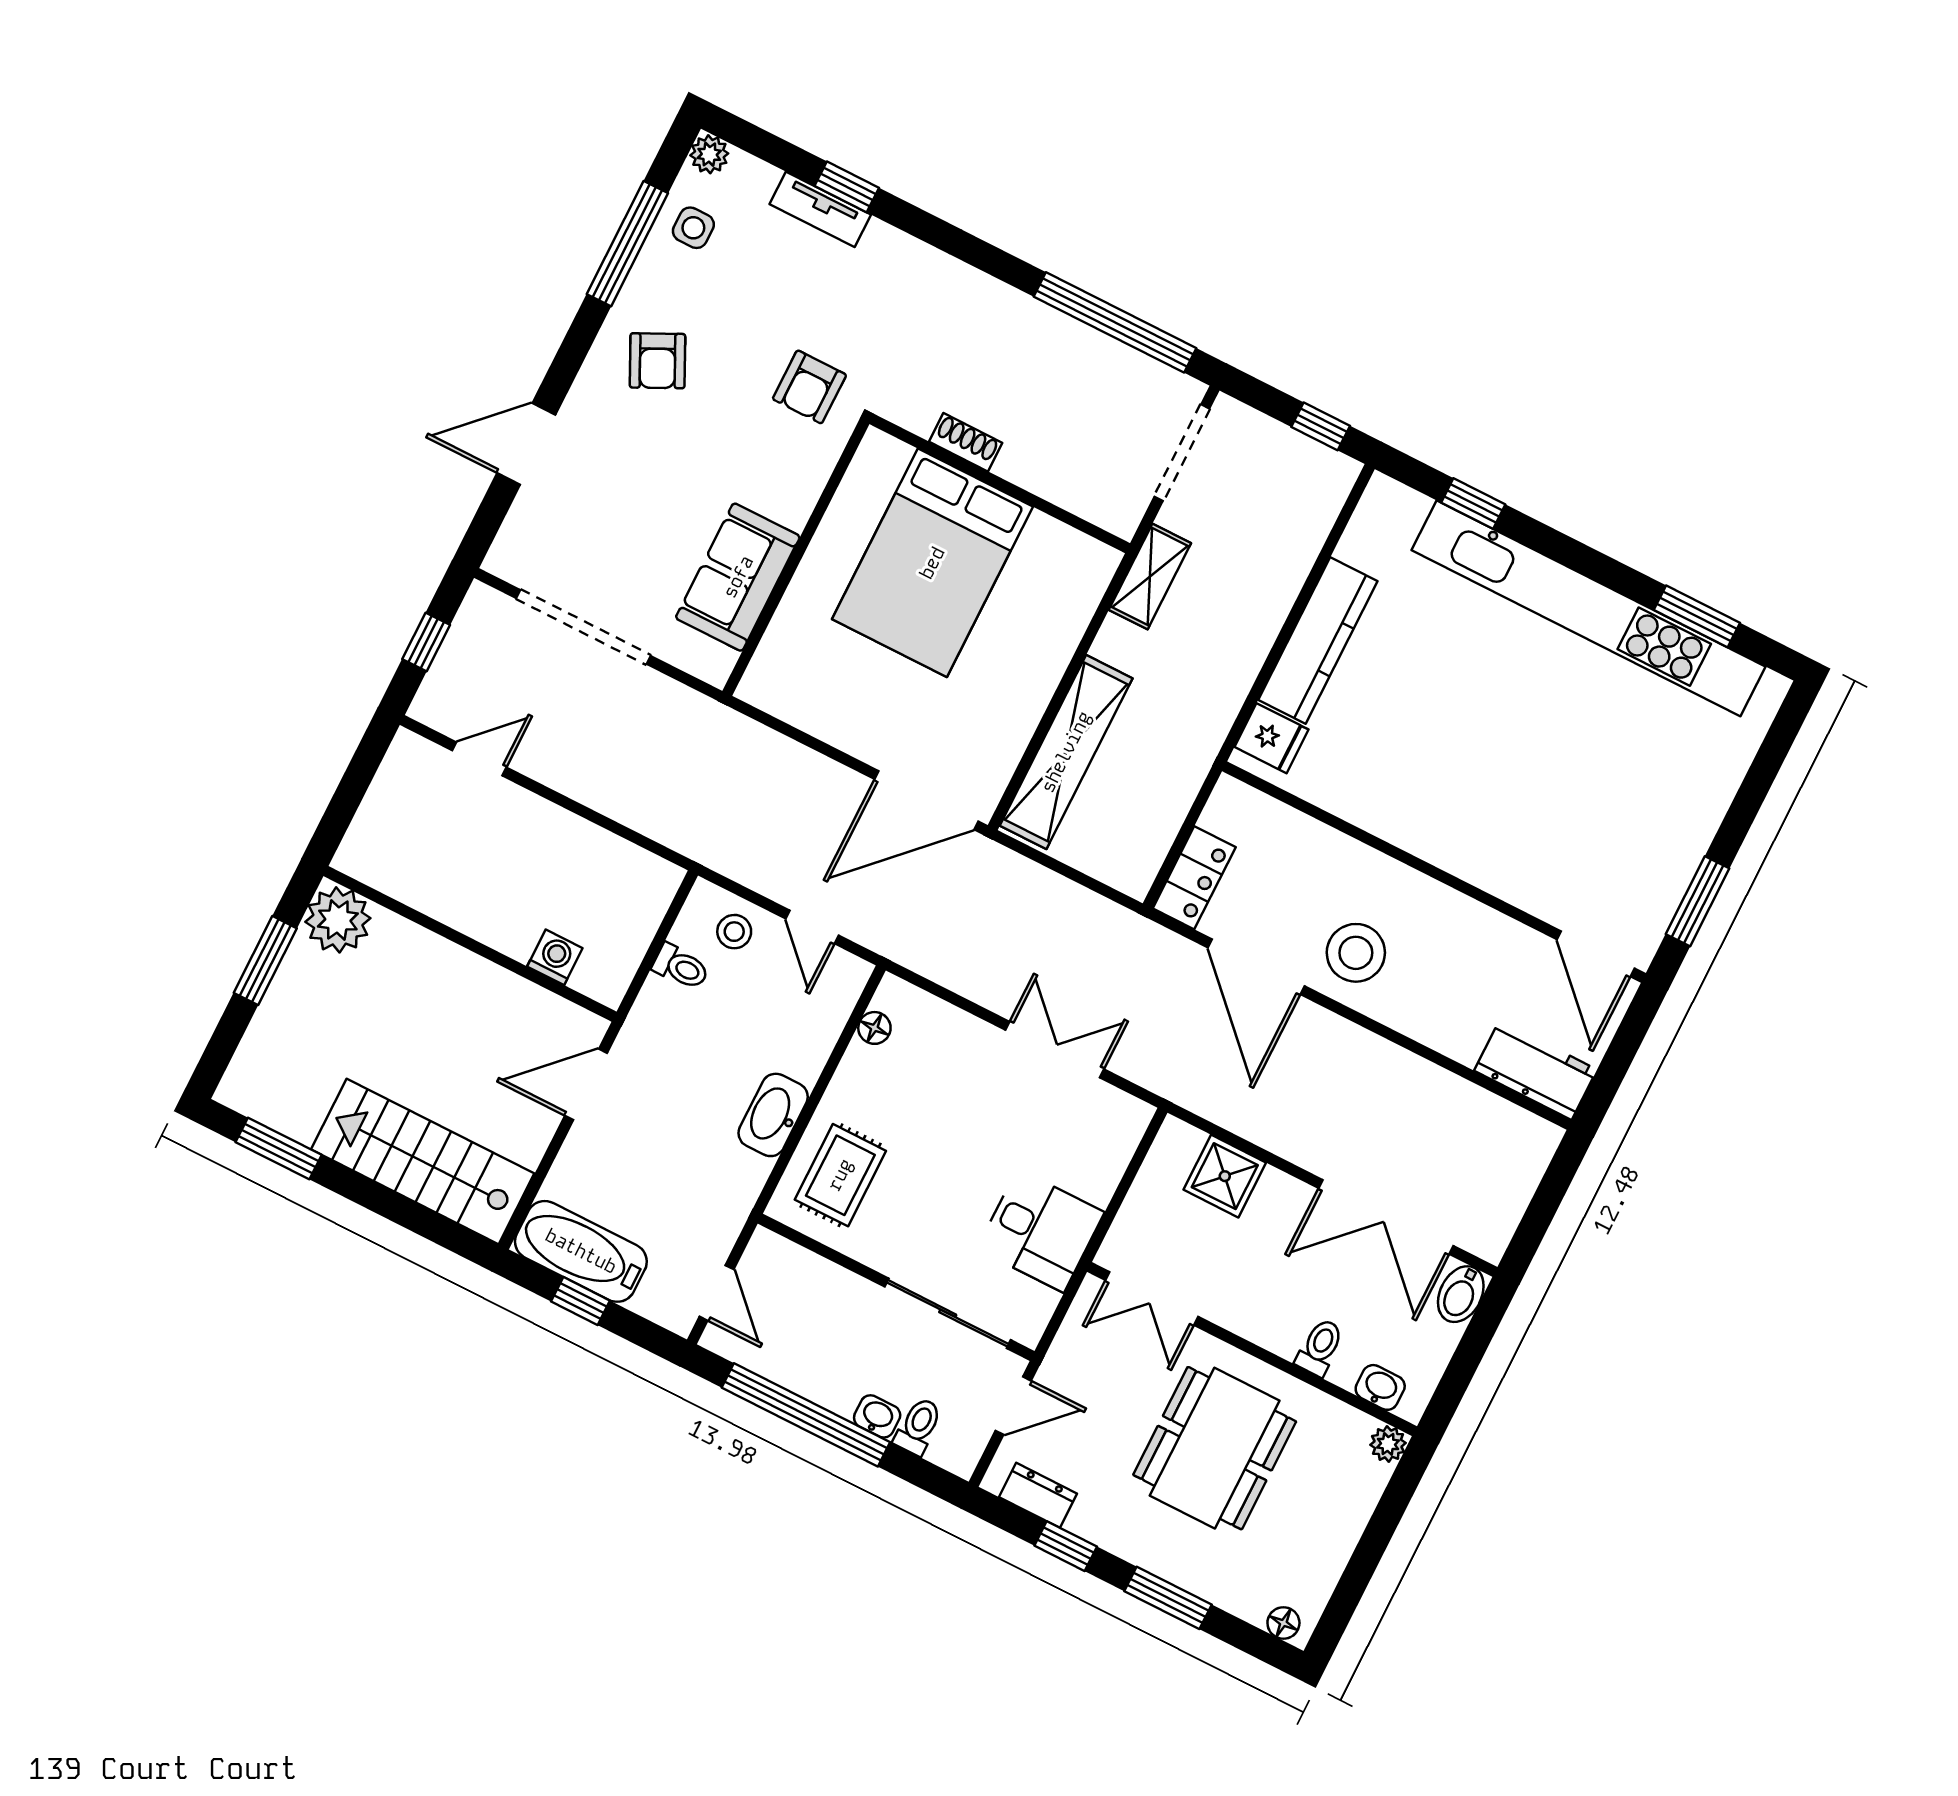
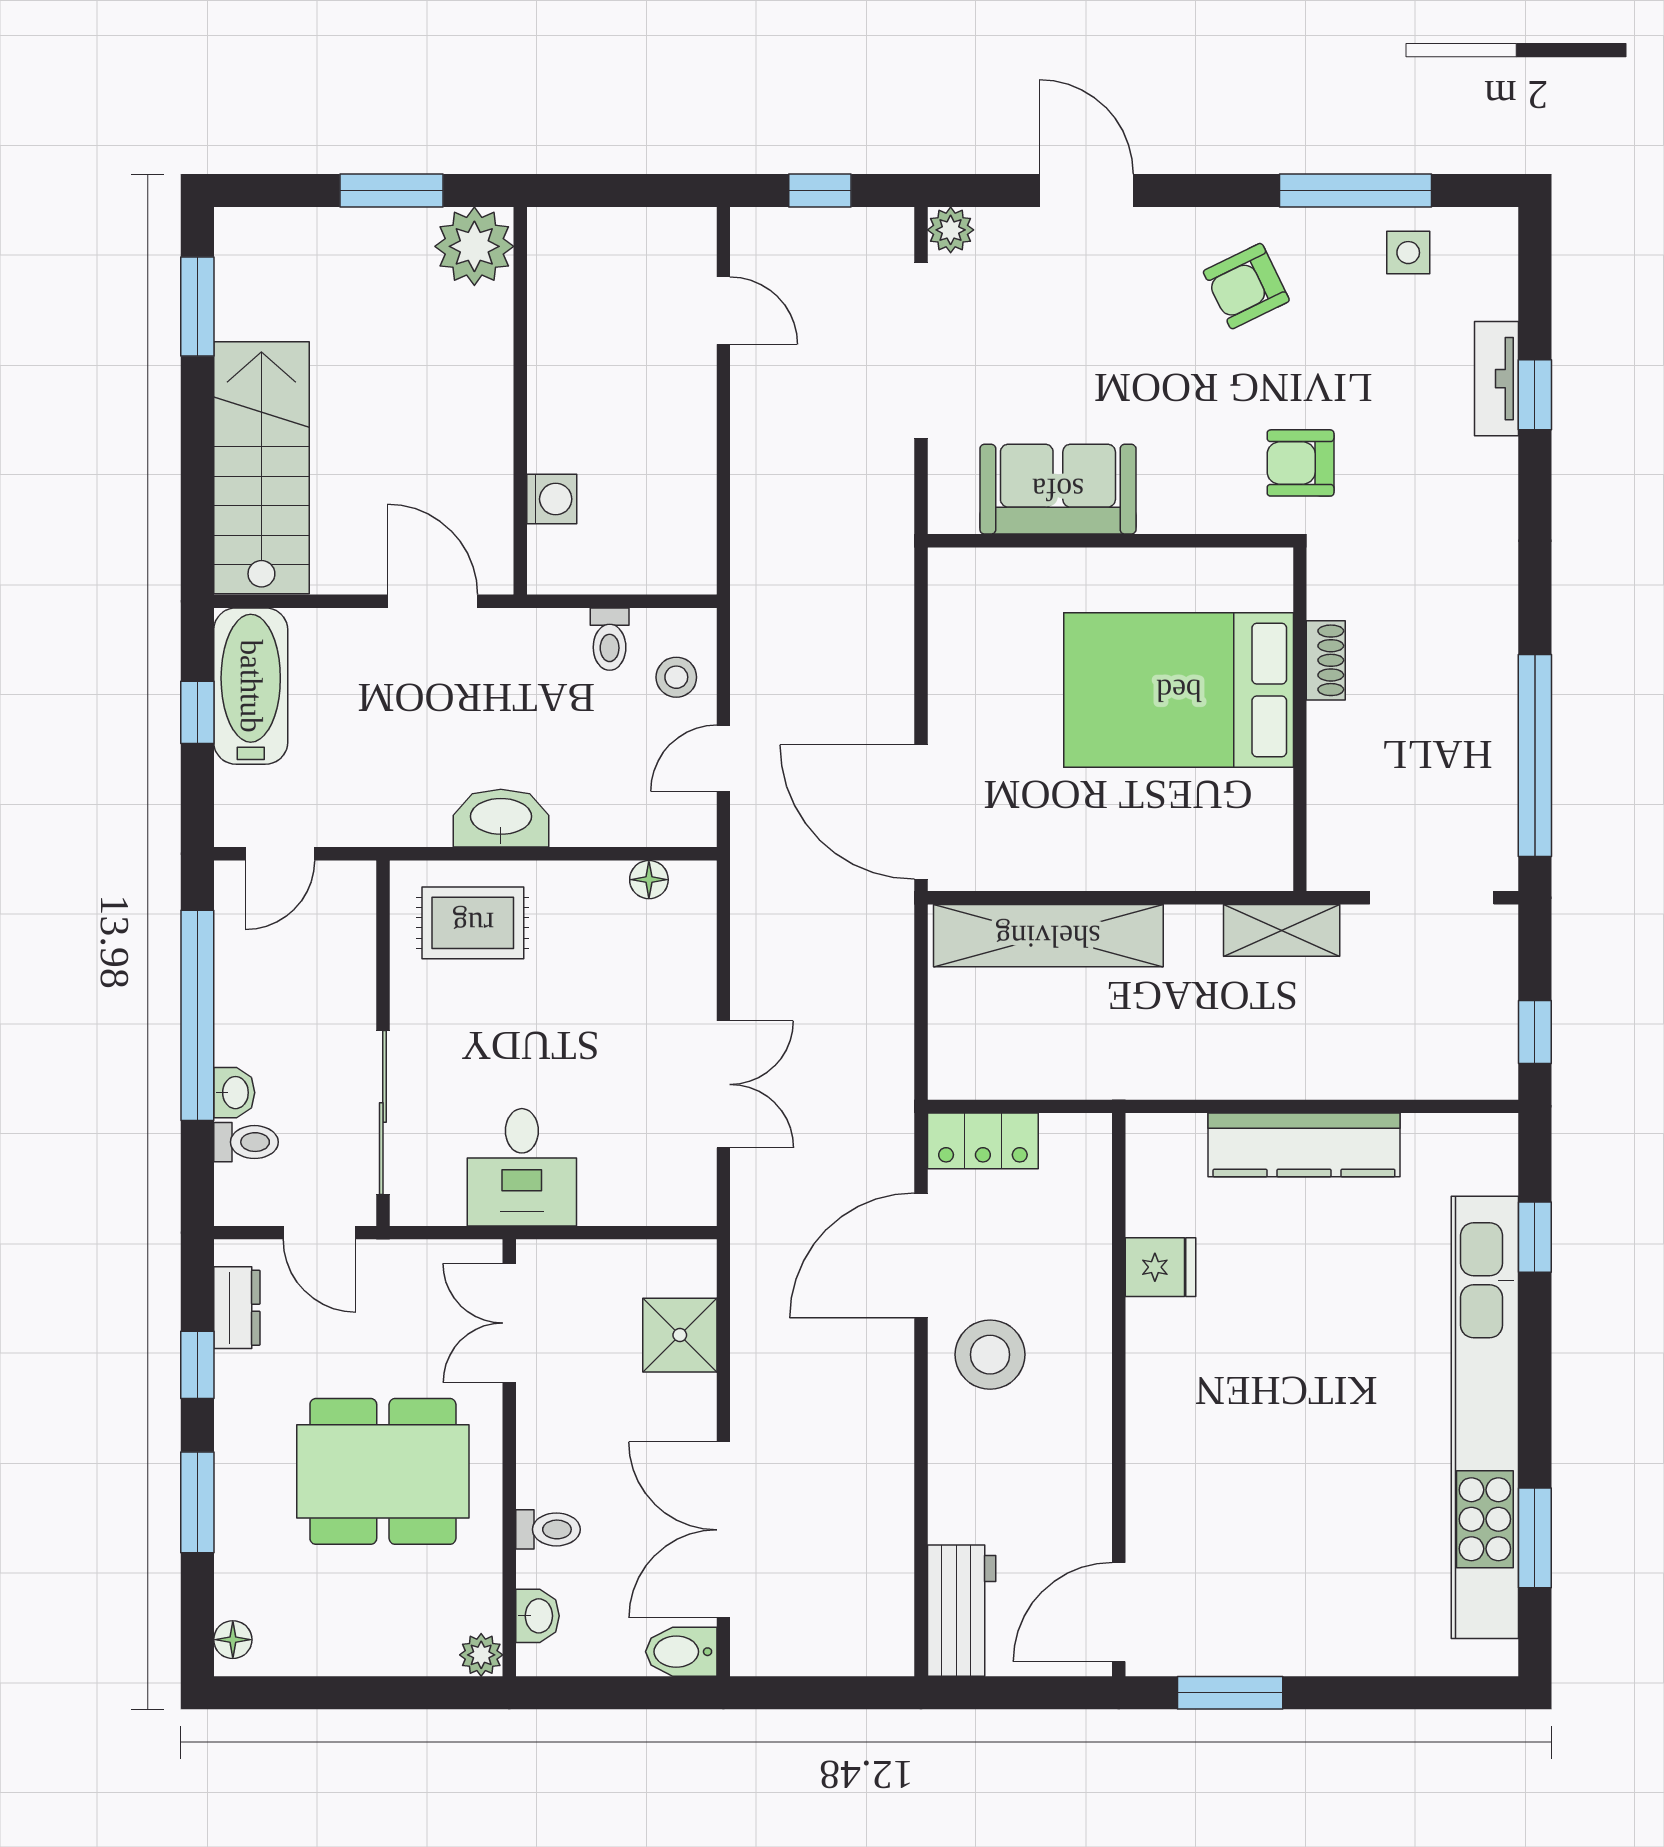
plant: (709, 154) -> (951, 230), moved
fridge: (1271, 738) -> (1160, 1267), moved, turned -90

